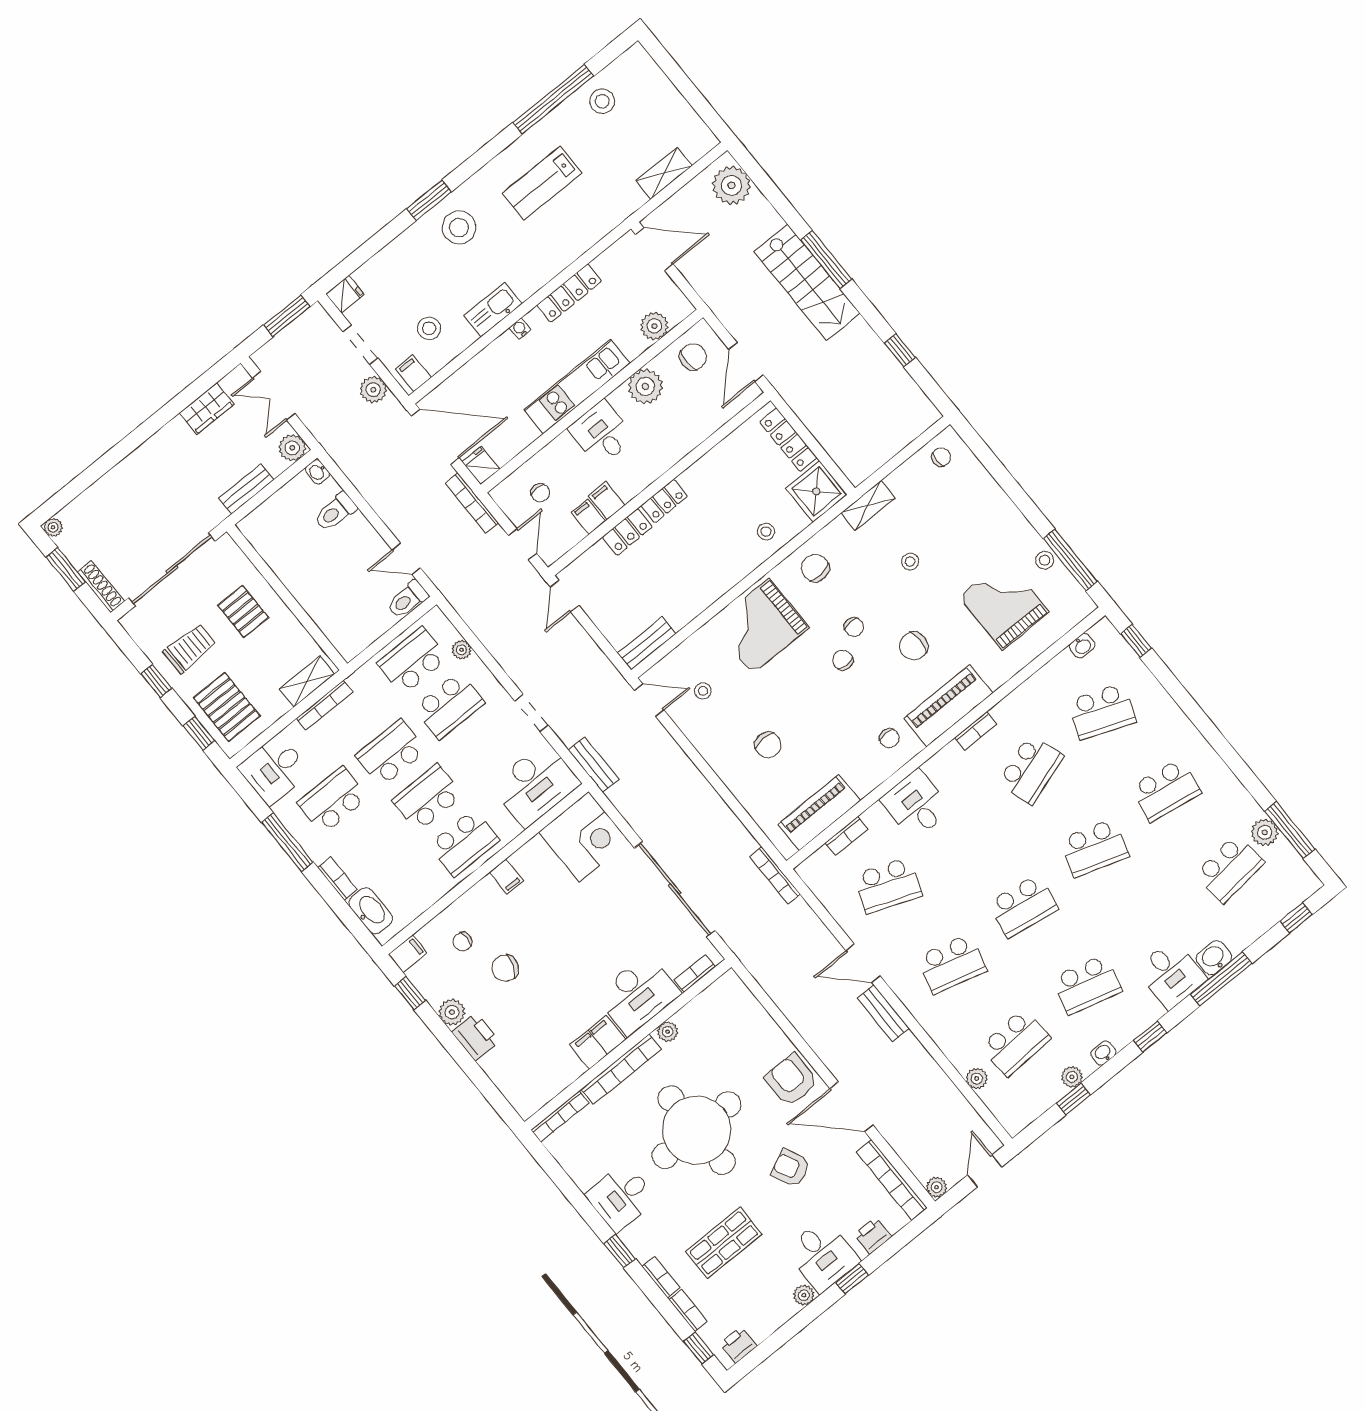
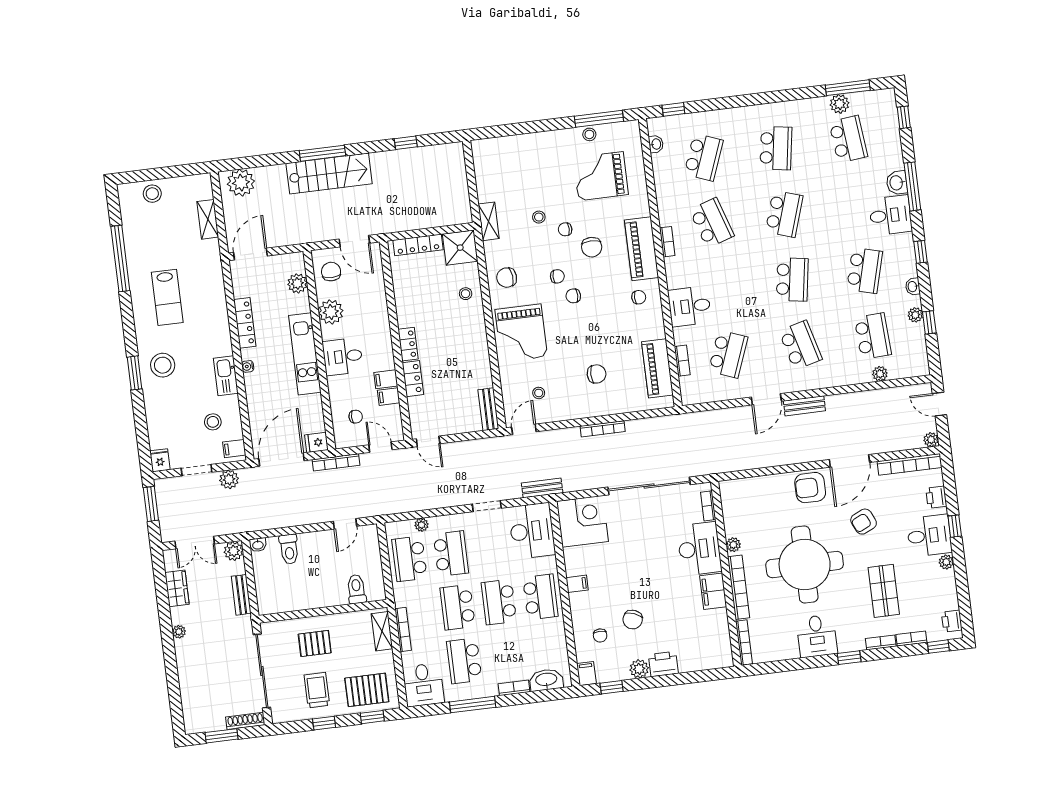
stool: (602, 101) -> (152, 194), moved
chair: (941, 457) -> (565, 229), moved, turned -90
plant: (53, 527) -> (179, 632), moved
toilet: (407, 600) -> (356, 589), moved, turned 180
bookcase: (775, 875) -> (603, 429), moved
school desk: (952, 964) -> (800, 345), turned -30

